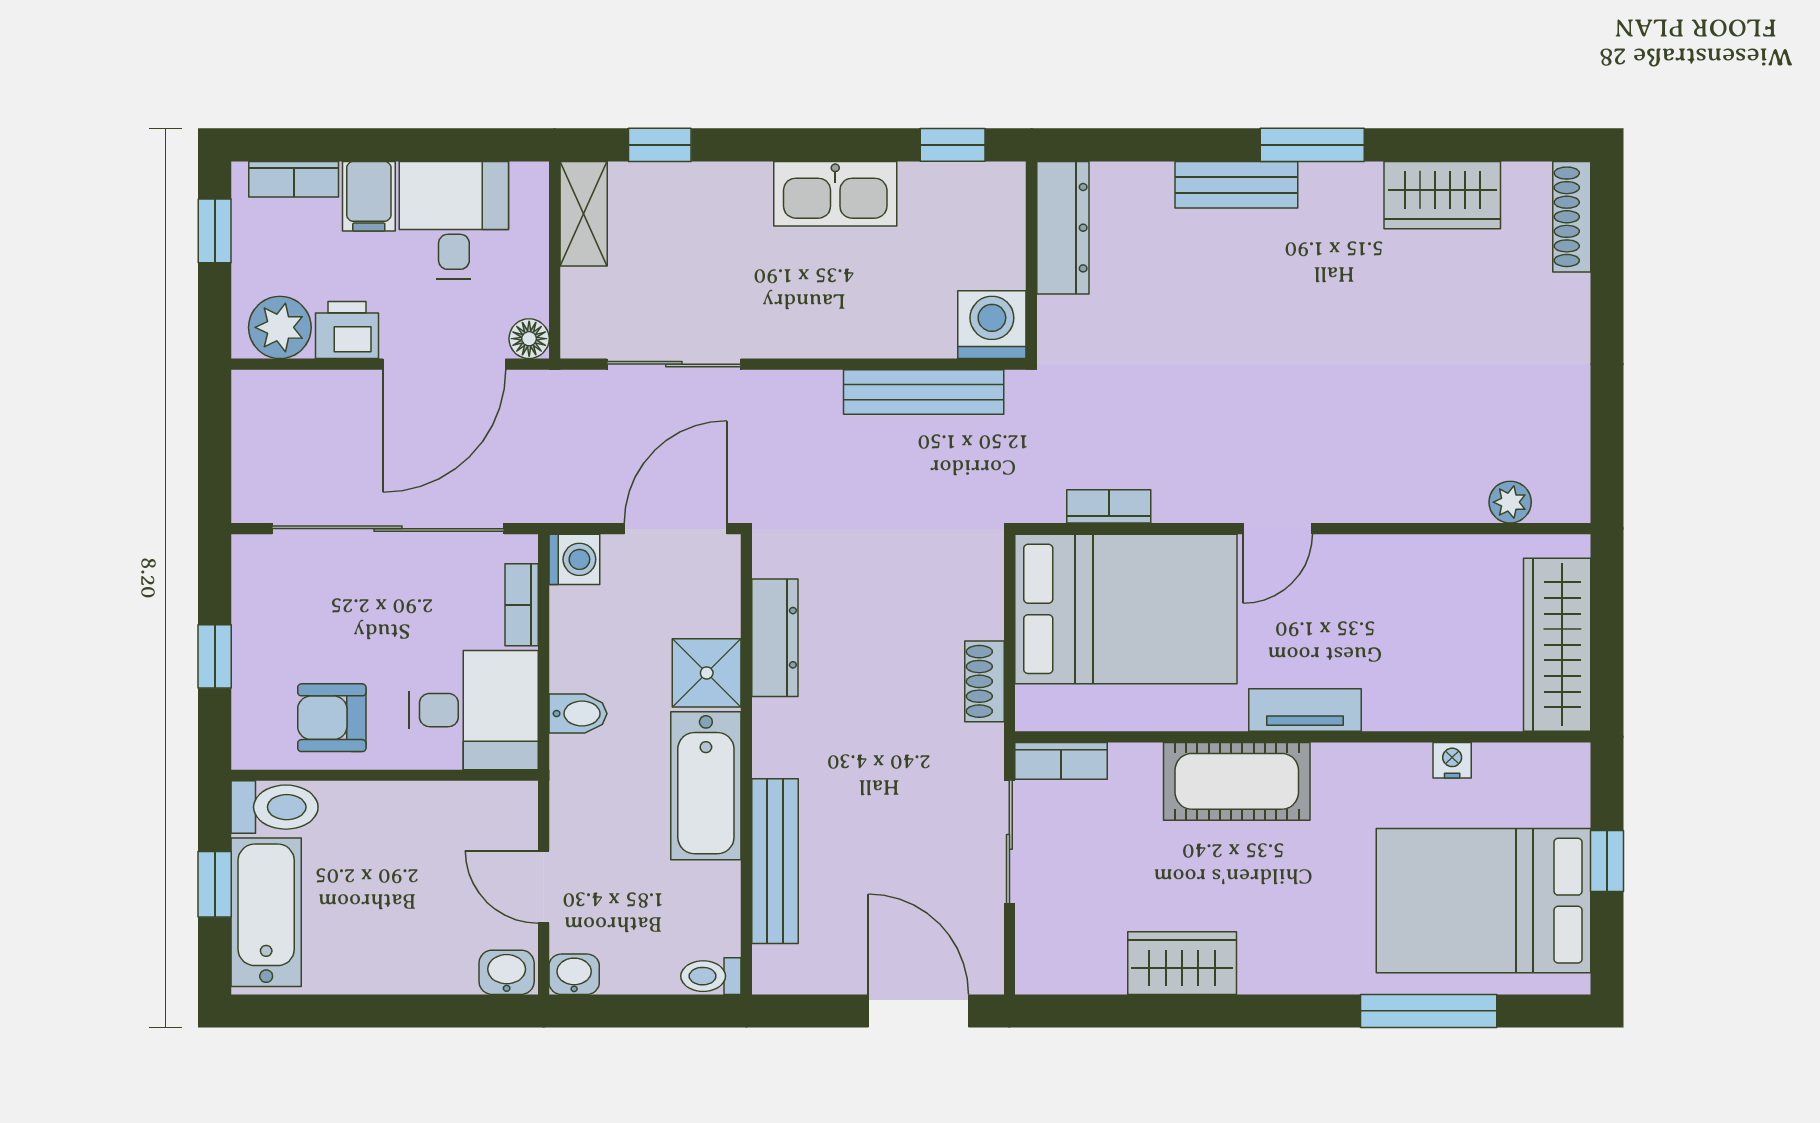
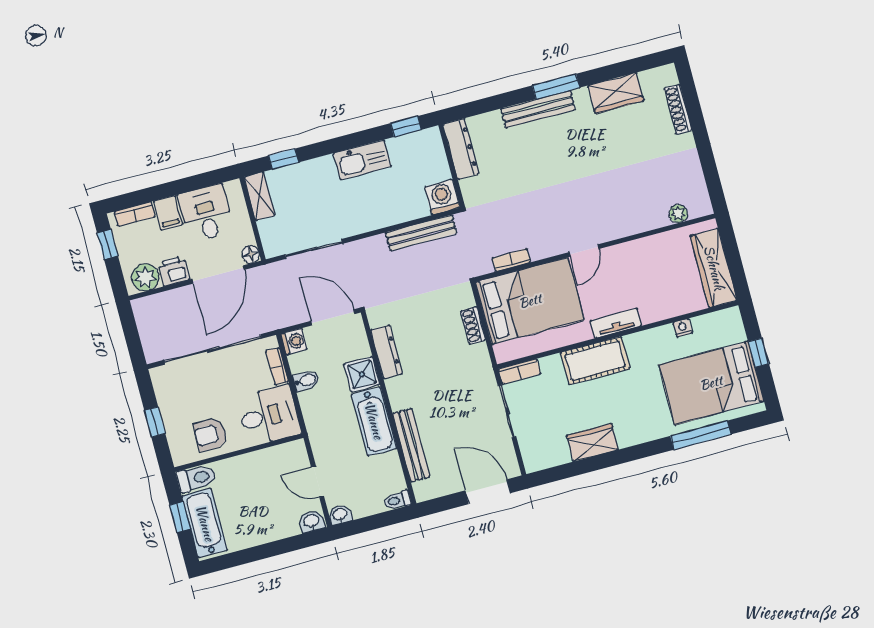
bench: (1236, 185) -> (538, 109), width x1.36
shoe rack: (1572, 217) -> (678, 109), moved
door: (676, 529) -> (333, 317), hinge flipped
shoe rack: (984, 681) -> (473, 325), moved
bidet: (578, 714) -> (306, 381), moved

